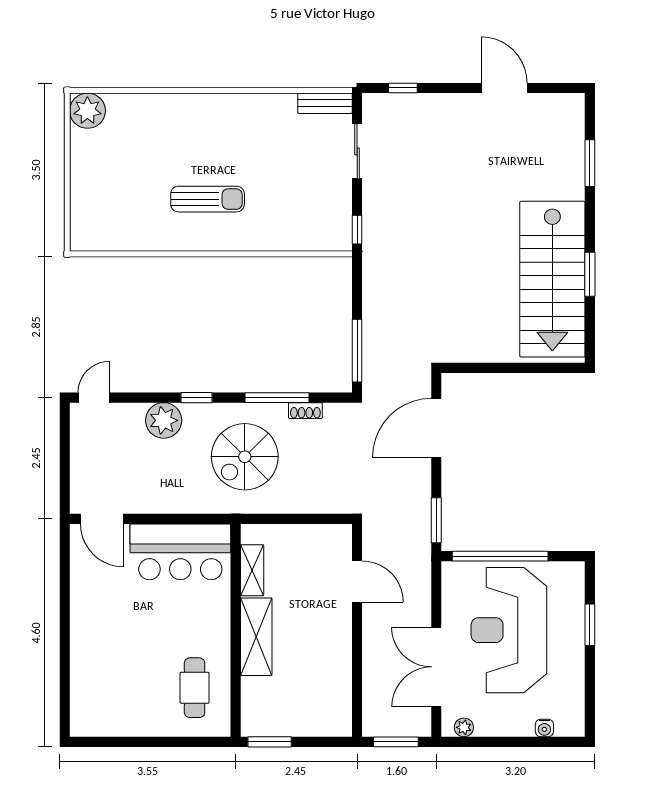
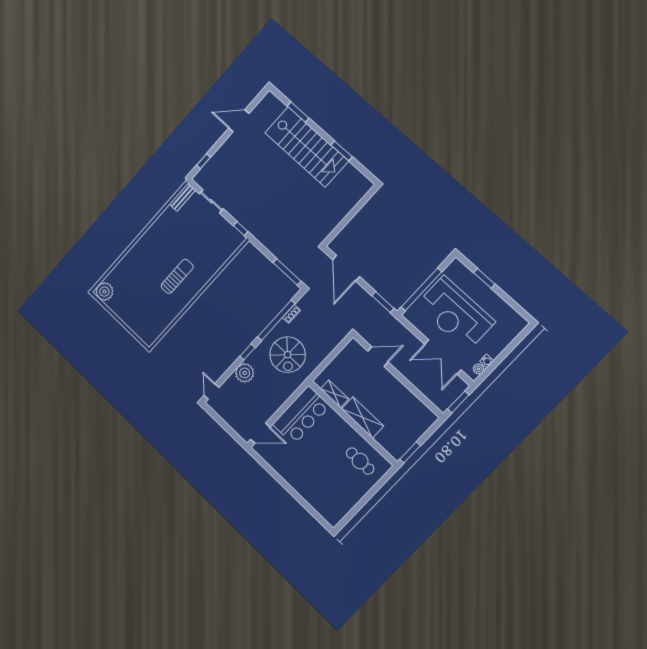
stairs: (552, 279) -> (307, 147), moved
window: (277, 398) -> (276, 320), width x1.46
water cooler: (544, 728) -> (487, 361), moved

